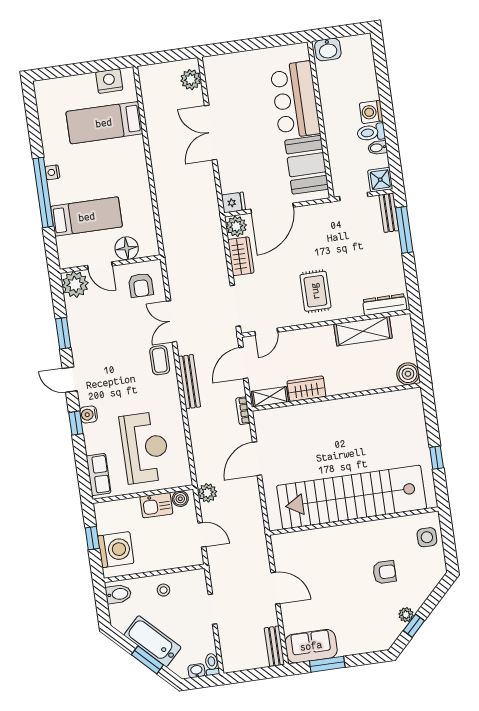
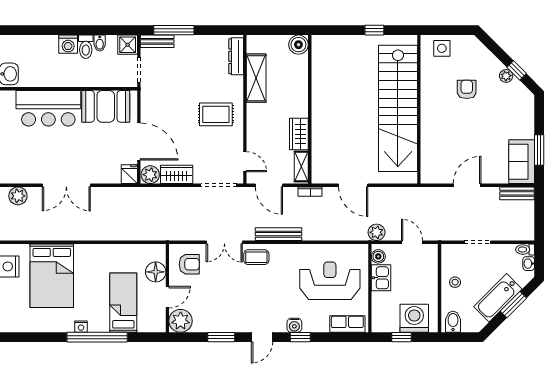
bed: (104, 123) -> (52, 276), width x1.50
door: (202, 535) -> (412, 242), hinge flipped

